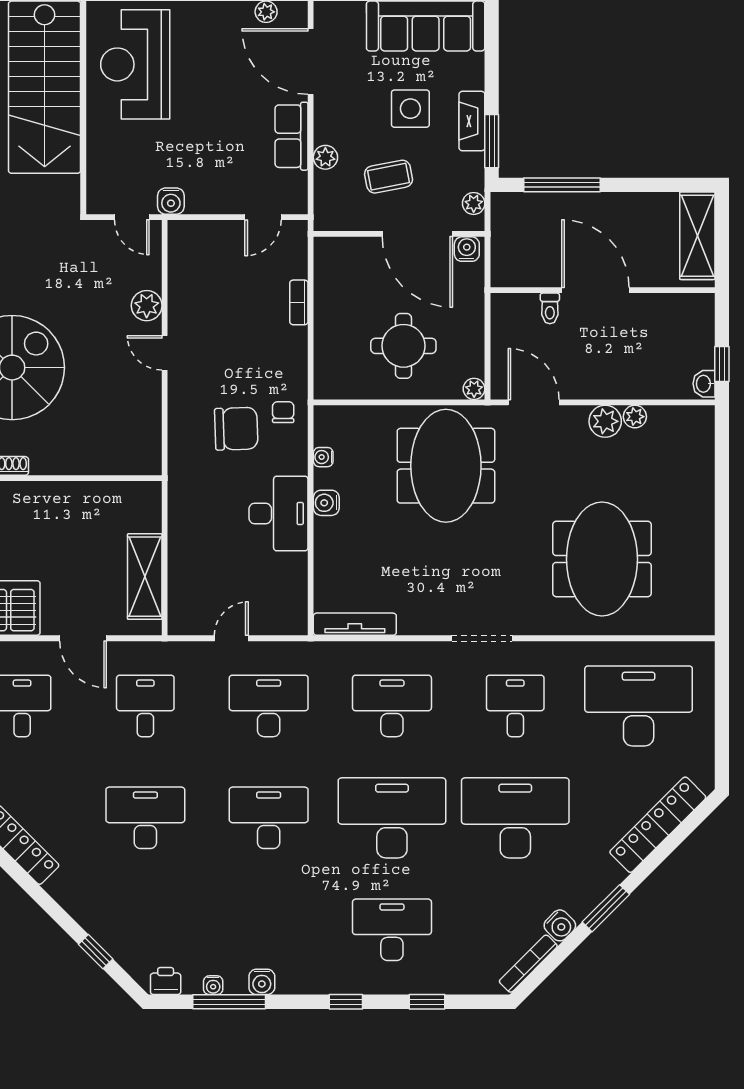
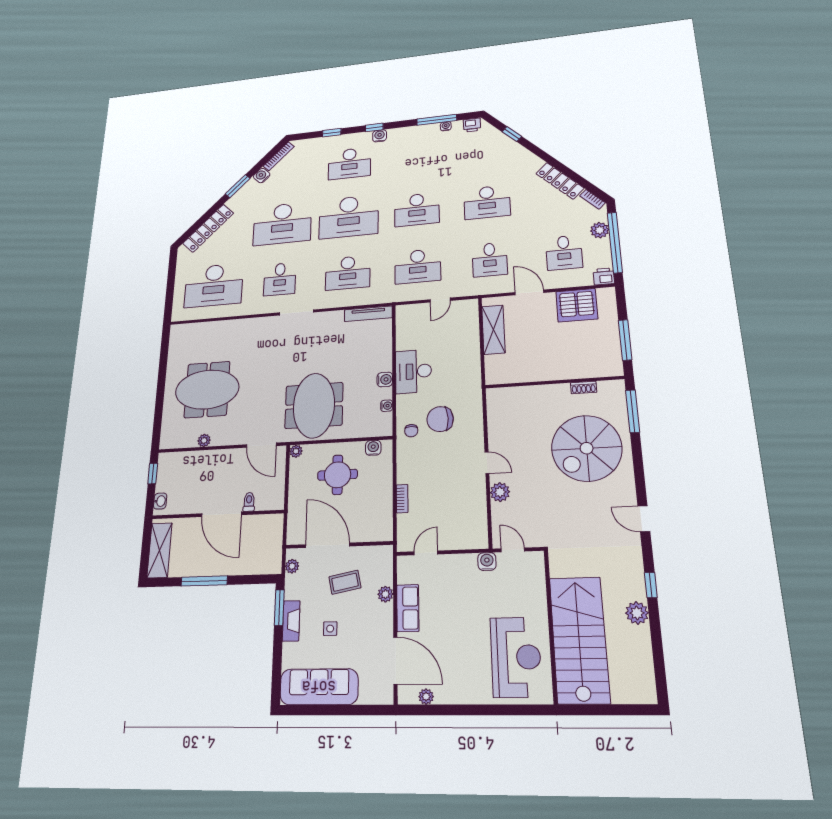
side table: (410, 109) -> (330, 629), width x0.54, depth x0.54
window: (562, 185) -> (204, 581), moved
water cooler: (467, 249) -> (373, 448), moved, turned 180
washbasin: (704, 384) -> (160, 501), moved
plant: (605, 421) -> (221, 437), removed
meeting table: (602, 559) -> (207, 389), moved, turned 90
water cooler: (262, 982) -> (380, 136), moved

